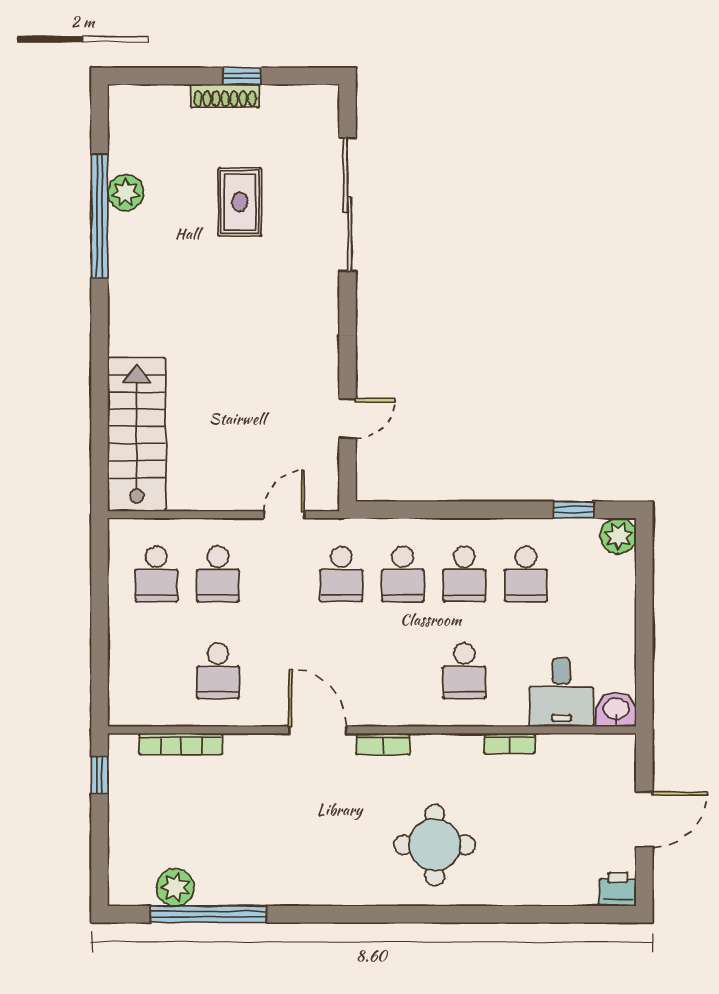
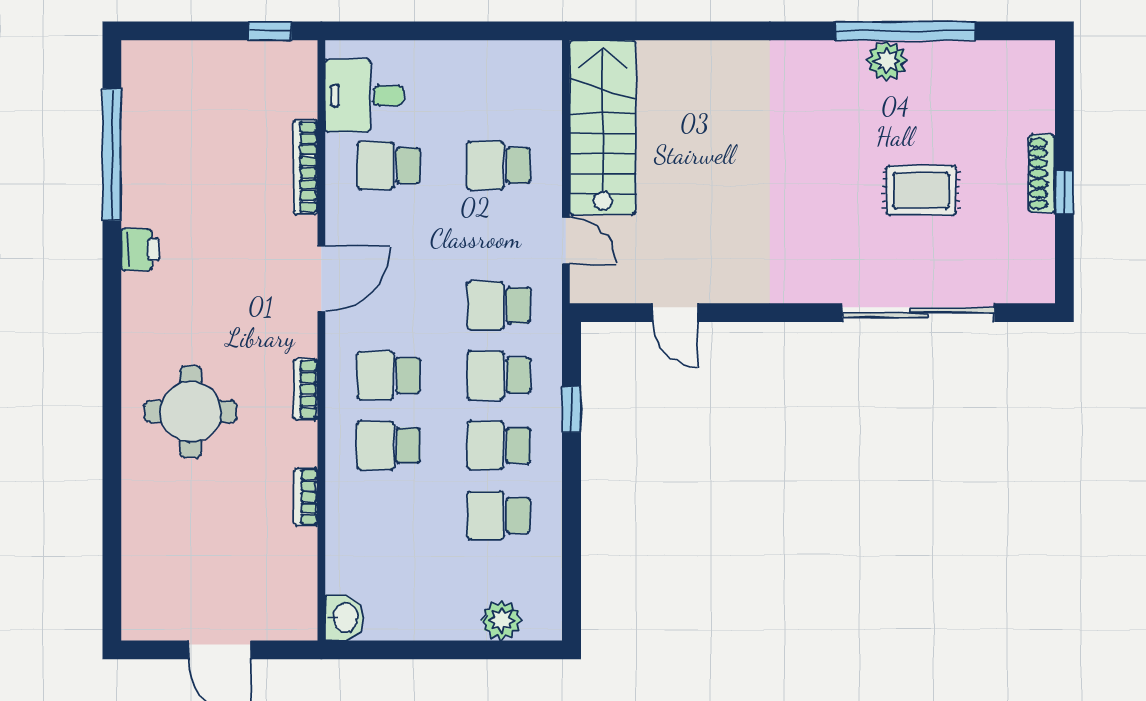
plant: (126, 193) -> (887, 61), moved
stairs: (137, 435) -> (603, 127), moved, turned -90
window: (573, 510) -> (571, 409), moved
plant: (618, 536) -> (502, 620), moved
school desk: (156, 574) -> (389, 375), moved
desk: (561, 692) -> (364, 96), moved
bookcase: (181, 744) -> (305, 167), moved
bookcase: (383, 744) -> (305, 389), moved
plant: (175, 887) -> (143, 117), removed
printer: (618, 889) -> (140, 249), moved

